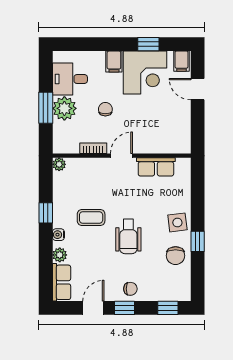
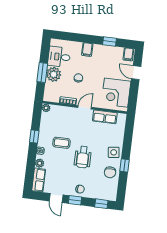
corner desk: (145, 73) -> (116, 93), moved, turned 90
door: (93, 308) -> (56, 198), swing flipped

